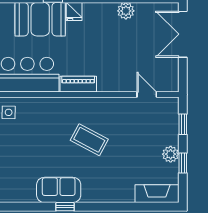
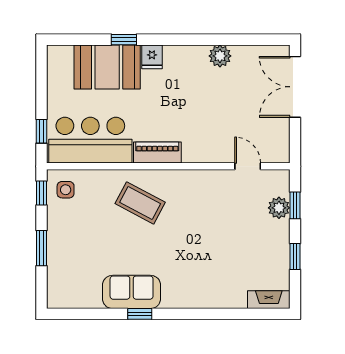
coffee table: (89, 140) -> (140, 203), moved
plant: (171, 154) -> (279, 208), moved
fireplace: (157, 194) -> (269, 300), width x0.73, depth x0.76

